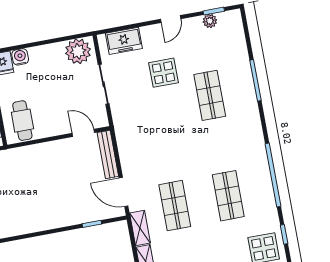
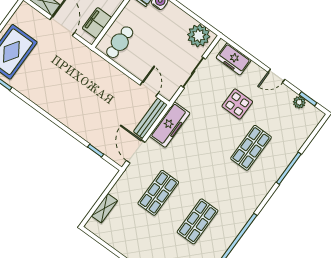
freezer: (128, 144) -> (170, 125), added
shelving: (140, 228) -> (123, 184), removed

